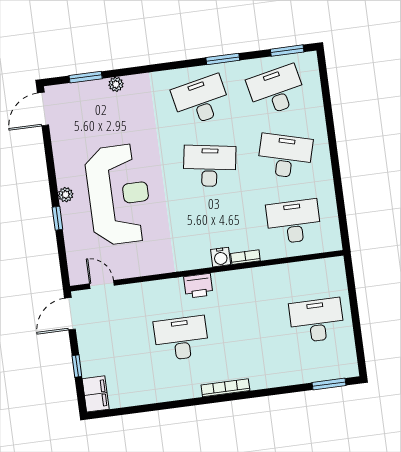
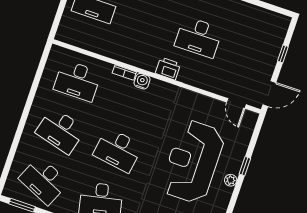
desk: (276, 90) -> (44, 181), turned 36
filing cabinet: (96, 394) -> (279, 27), removed

